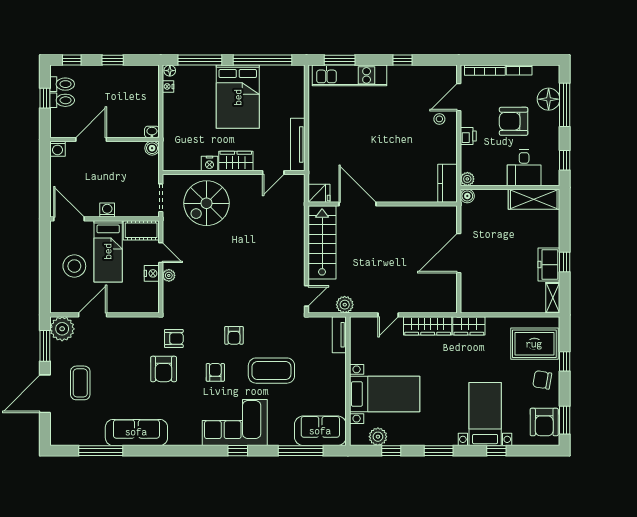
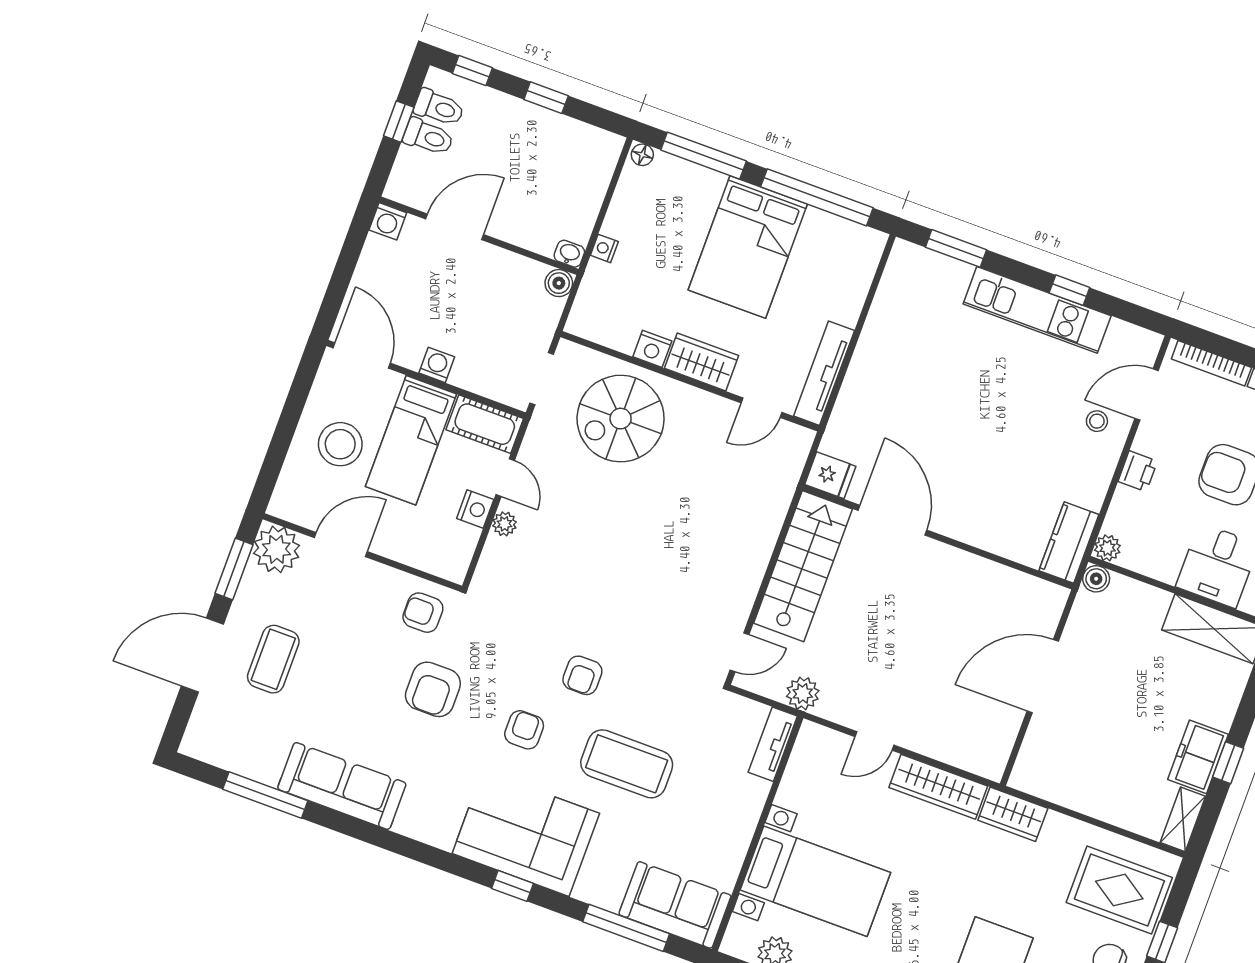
kitchen unit: (349, 75) -> (1037, 310), moved
nightstand: (168, 86) -> (604, 248), moved
armchair: (174, 339) -> (423, 613), moved, turned 180

